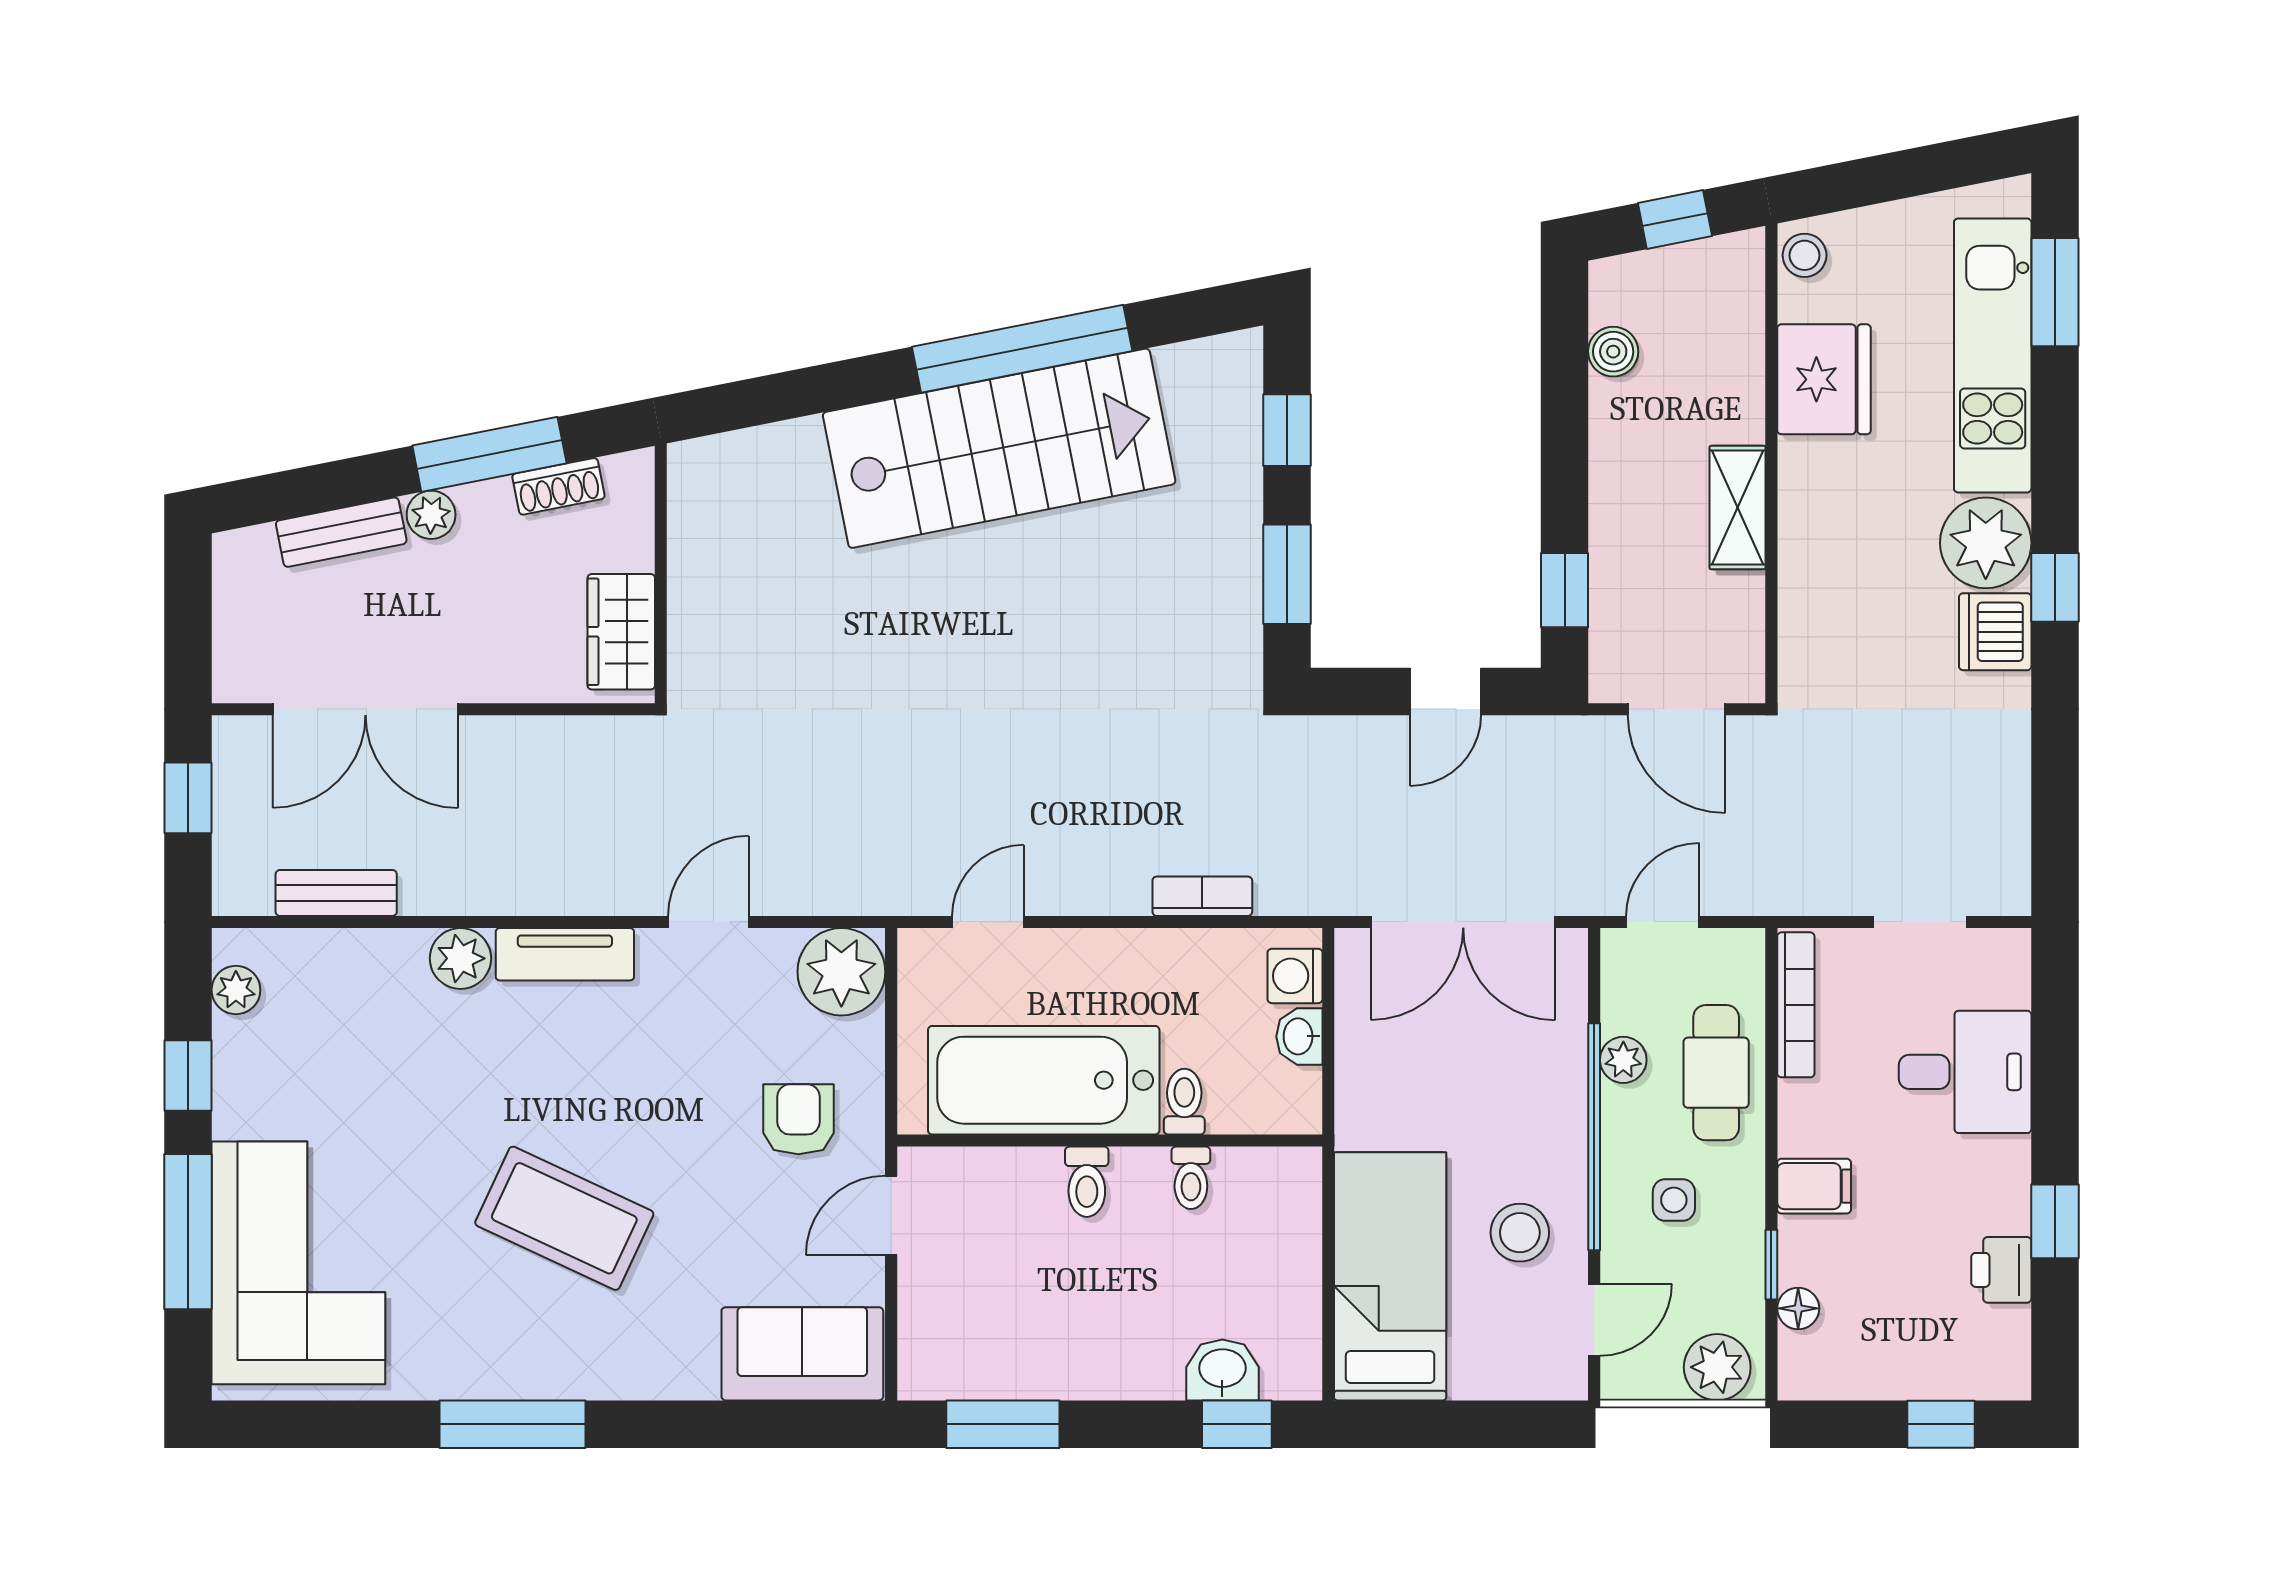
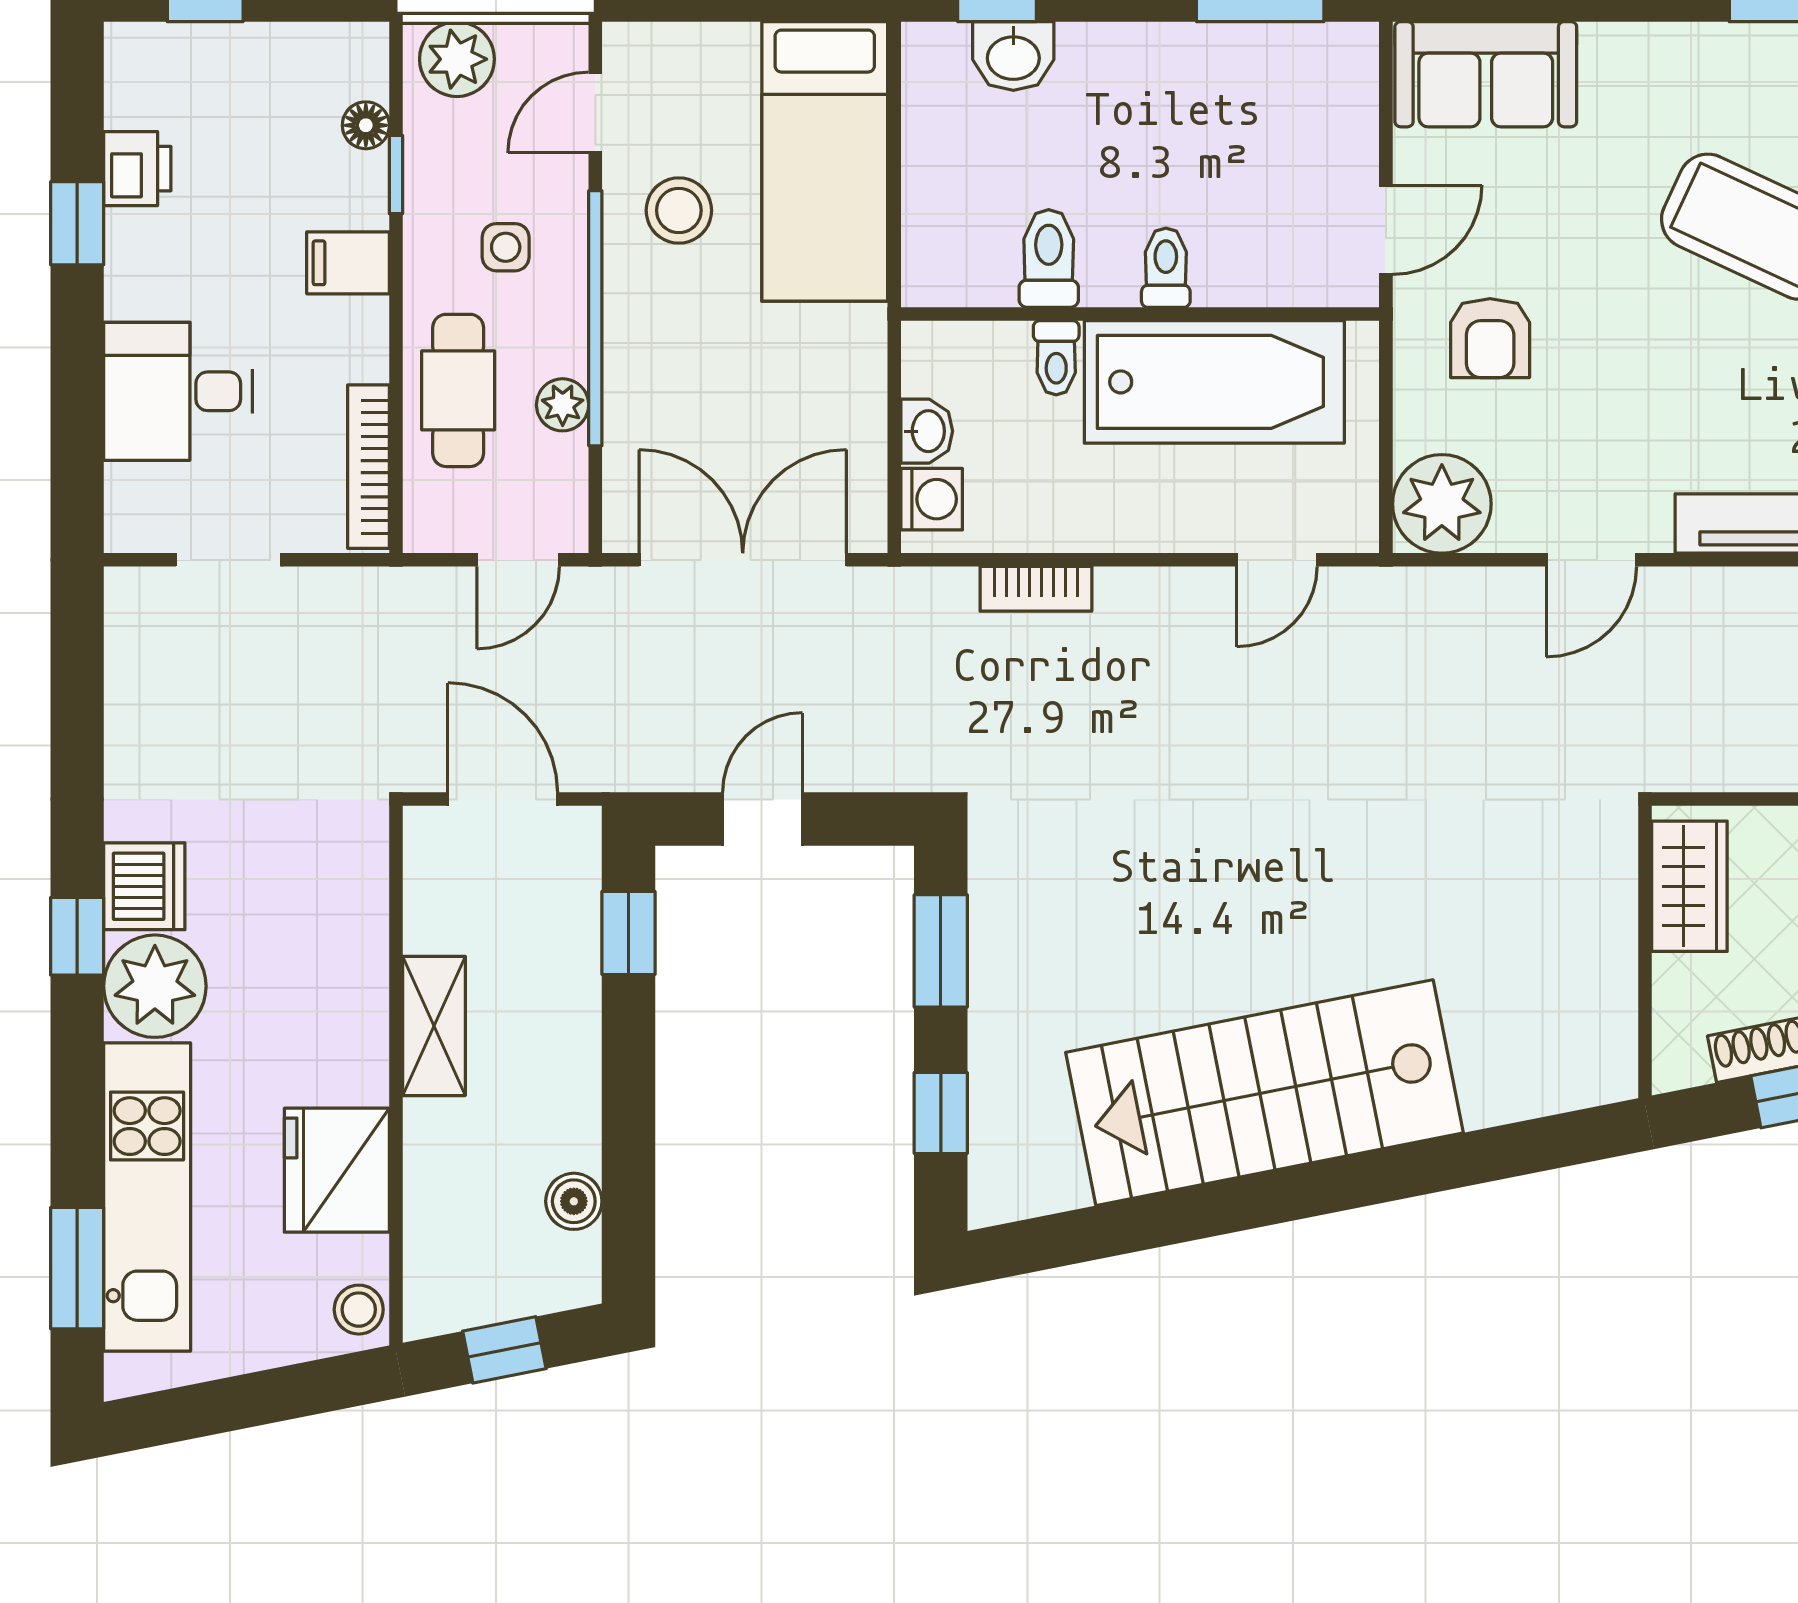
window: (1022, 349) -> (1239, 1204), removed
toilet: (1191, 1178) -> (1049, 258), width x1.37, depth x1.39

